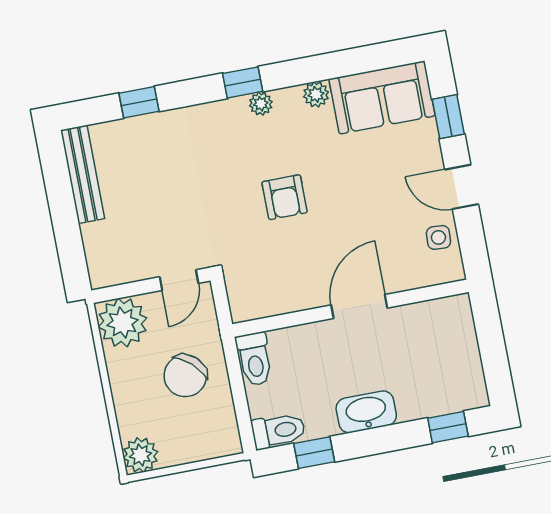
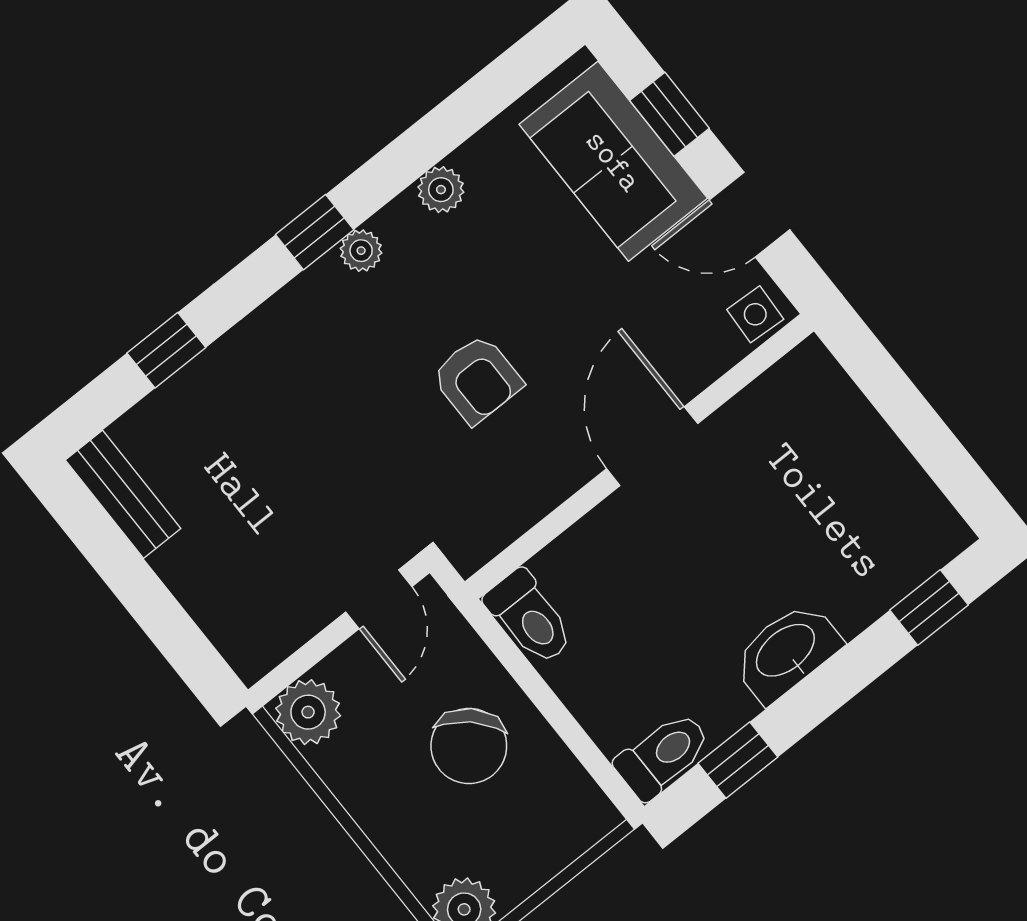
sofa: (382, 97) -> (613, 161), moved, turned 90
bench: (83, 174) -> (123, 494), width x0.73
door: (359, 306) -> (652, 446), moved
wall: (350, 308) -> (639, 456), moved
plant: (123, 323) -> (308, 712), width x0.73, depth x0.73
toilet: (254, 359) -> (530, 617), moved

